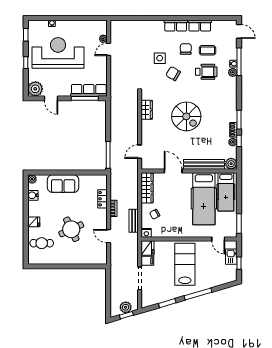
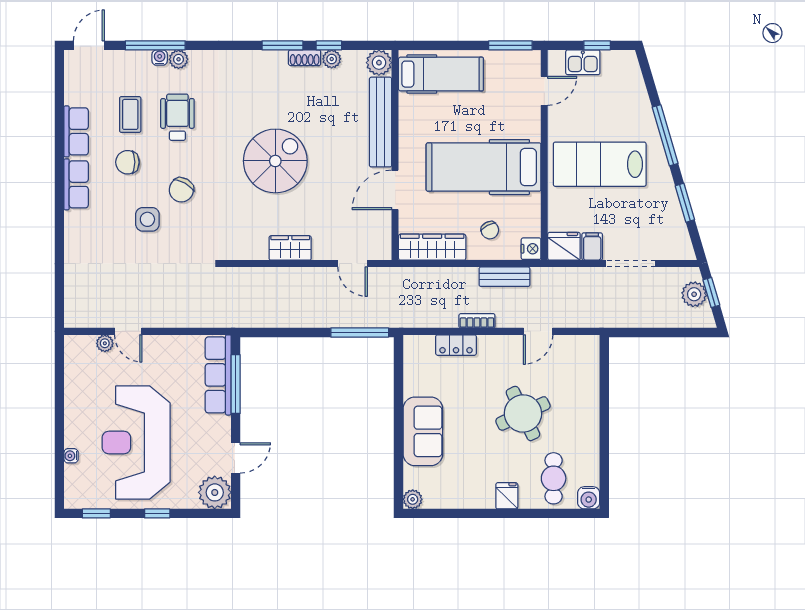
wardrobe: (147, 110) -> (290, 248), moved
water cooler: (33, 195) -> (589, 498), moved
hospital bed: (204, 199) -> (484, 167), moved, turned 180

